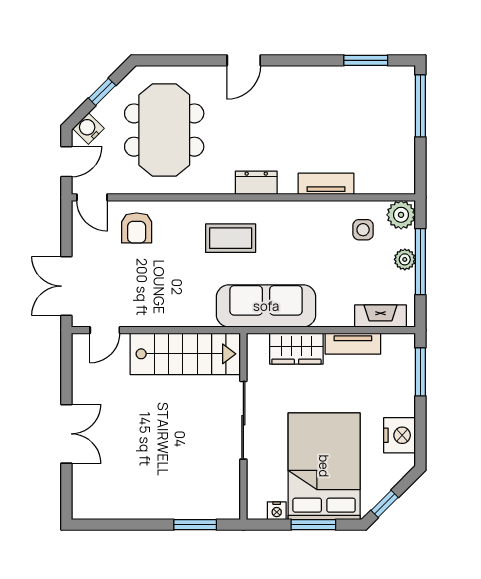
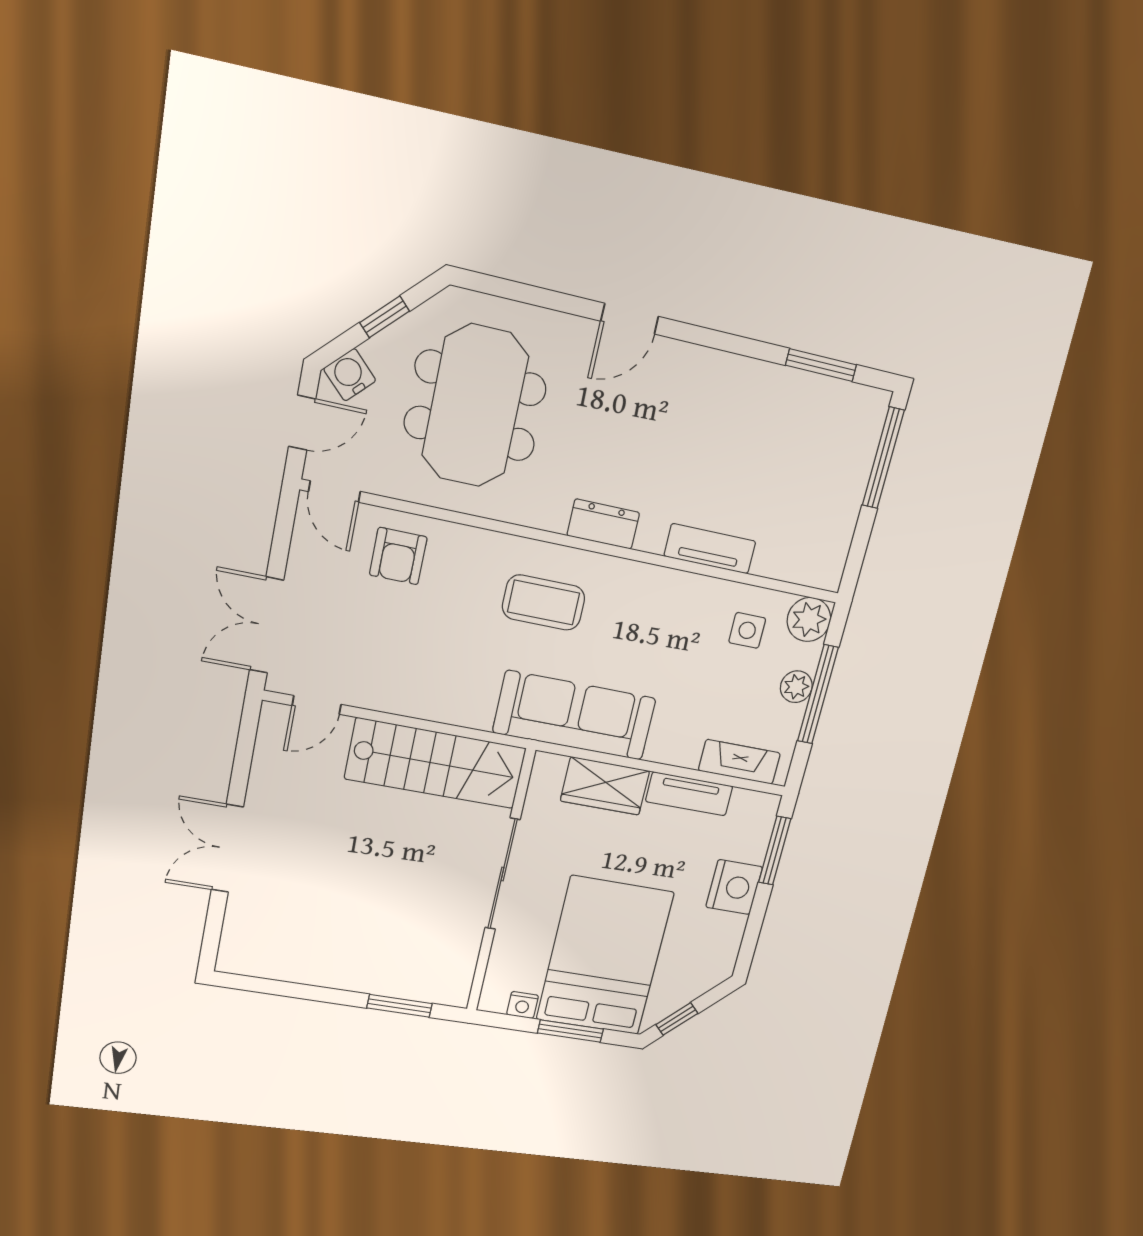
double door: (66, 434) -> (227, 848), swing flipped
nightstand: (400, 435) -> (734, 887), moved

